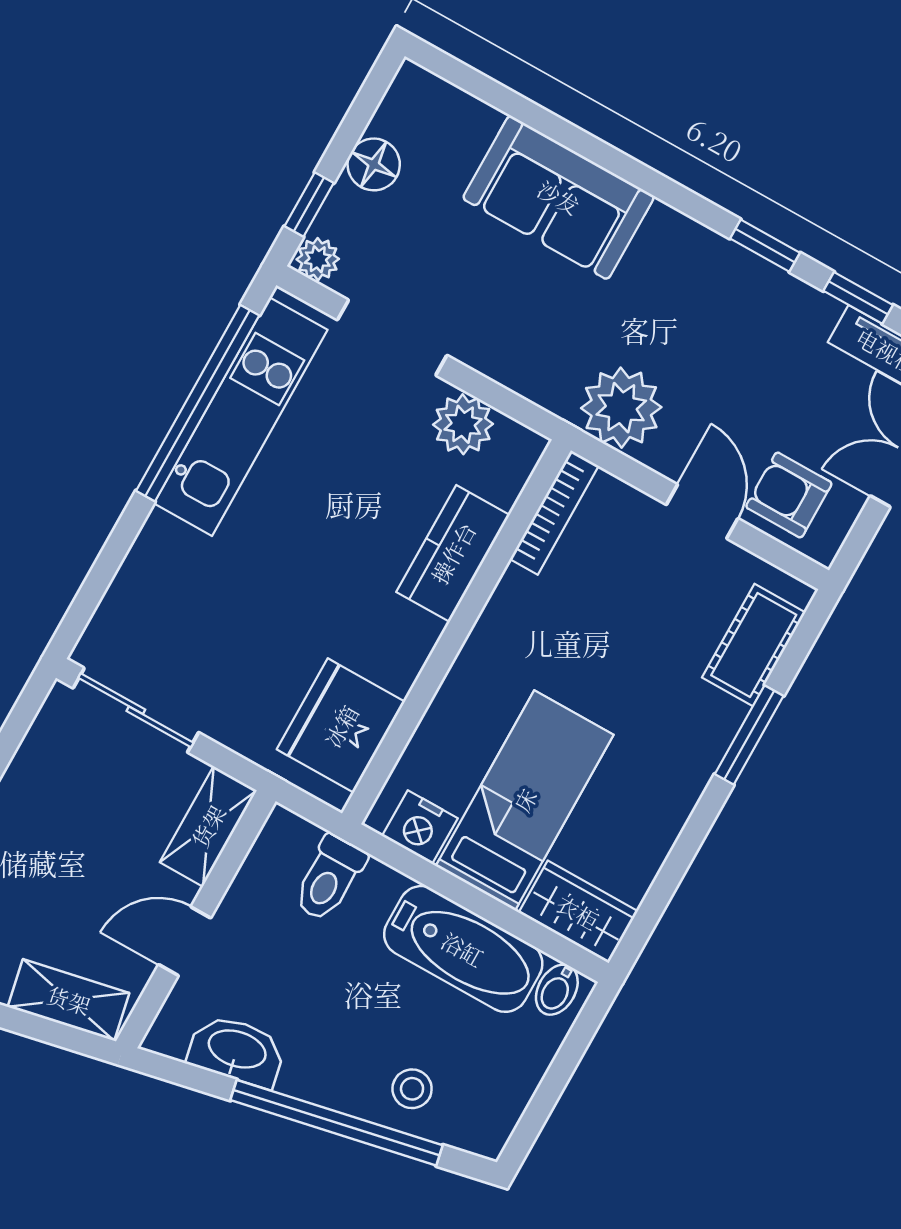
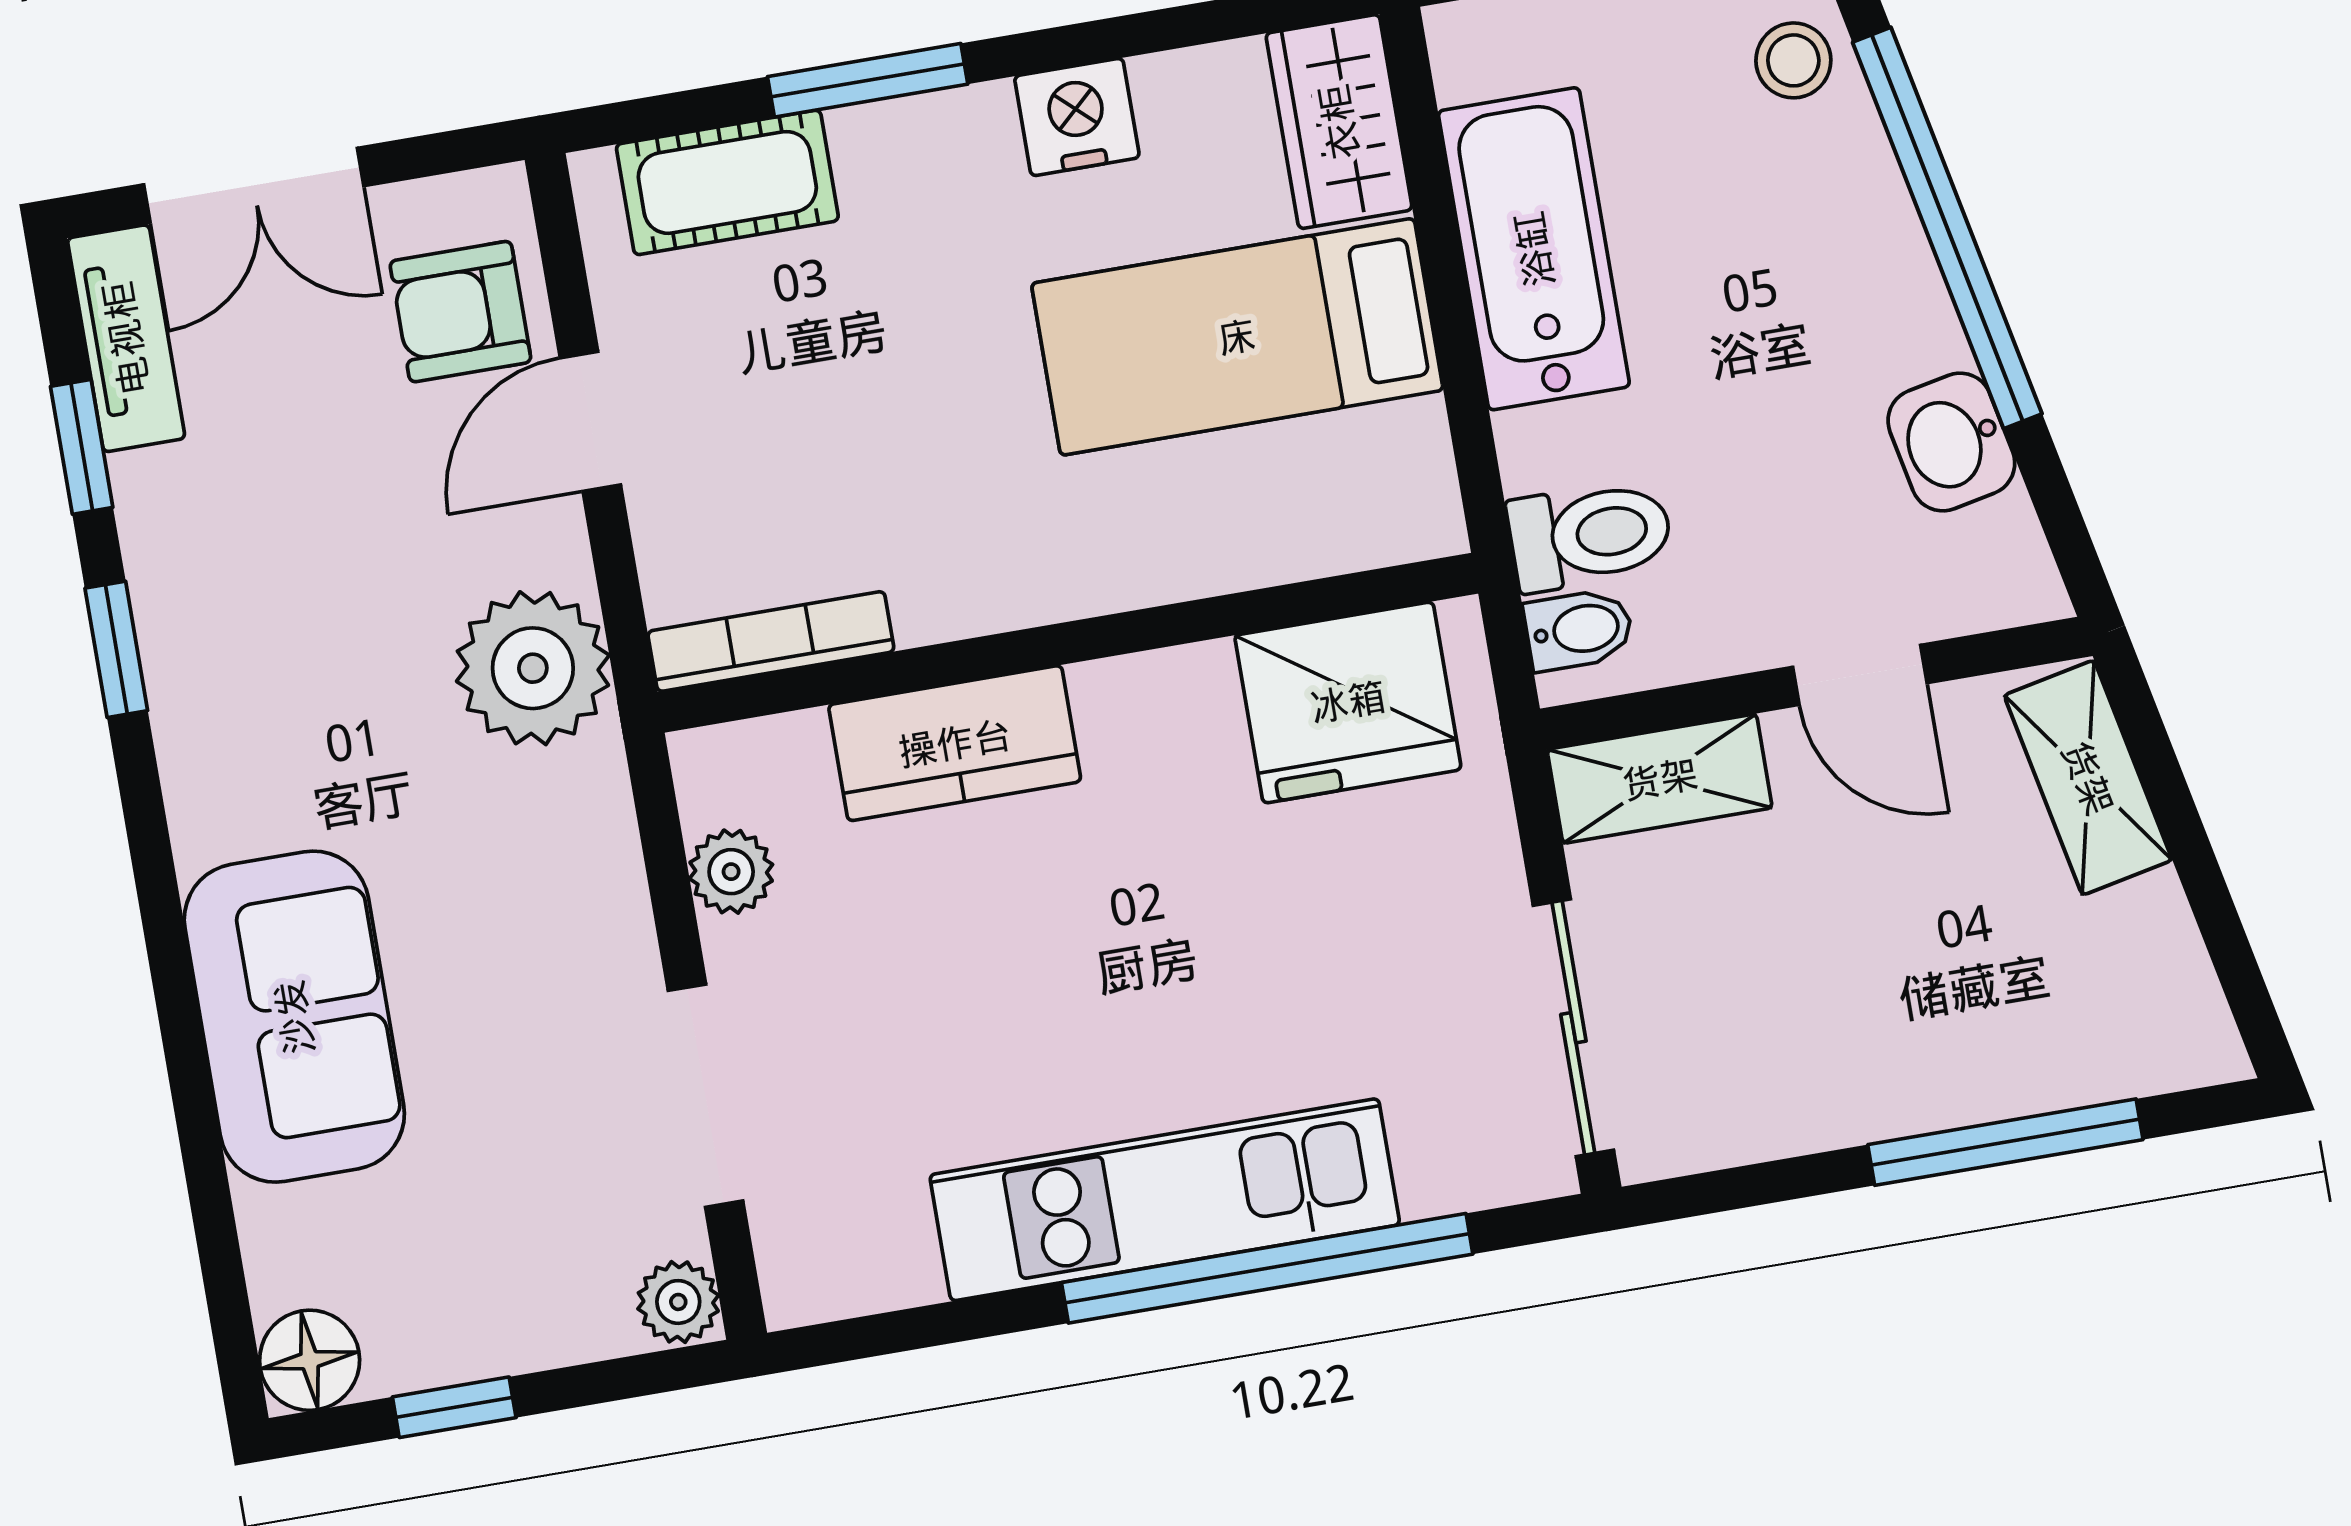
floor lamp: (374, 164) -> (310, 1360), moved
window: (309, 205) -> (454, 1407), moved
window: (198, 403) -> (1267, 1268), moved
kitchen unit: (241, 417) -> (1165, 1200), moved
plant: (463, 424) -> (731, 872), width x0.73, depth x0.73
armchair: (789, 495) -> (460, 312), turned 90
nightstand: (420, 827) -> (1077, 117), moved, turned -90
bidet: (557, 990) -> (1579, 630), moved
washbasin: (237, 1051) -> (1951, 442), width x0.72
stool: (412, 1089) -> (1793, 60), moved

